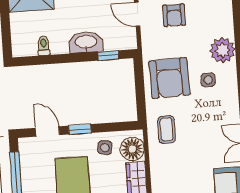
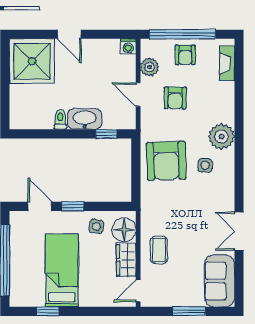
toilet: (44, 46) -> (60, 120), moved
coffee table: (167, 129) -> (159, 250), moved

